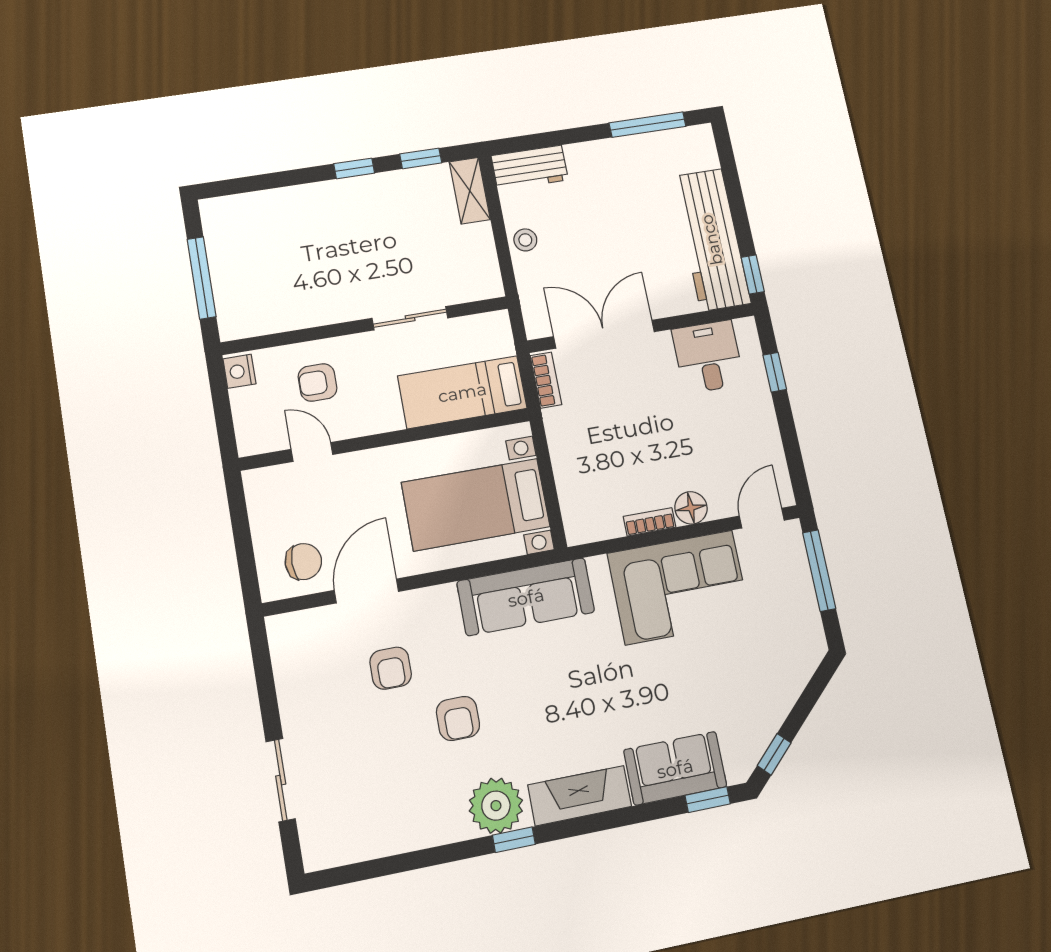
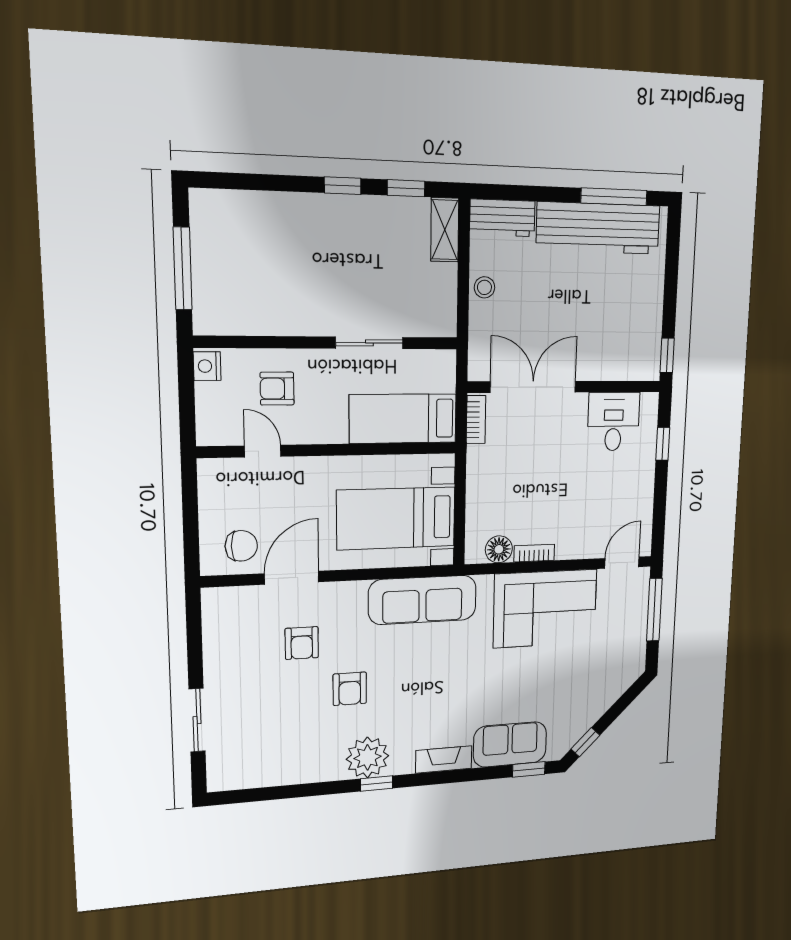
workbench: (711, 240) -> (598, 228), moved, turned -90
floor lamp: (691, 508) -> (499, 549), moved
fireplace: (580, 796) -> (444, 759), width x0.73, depth x0.76

